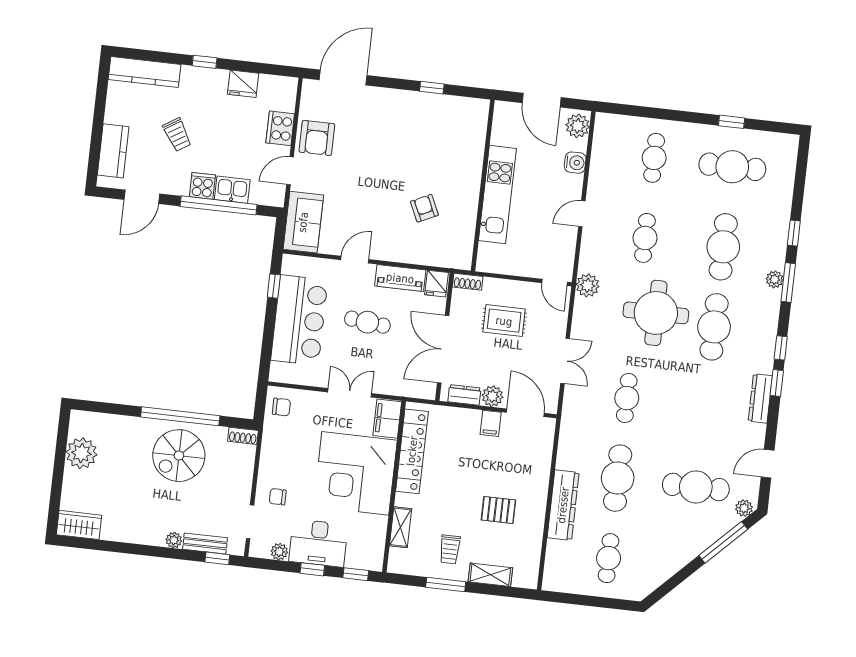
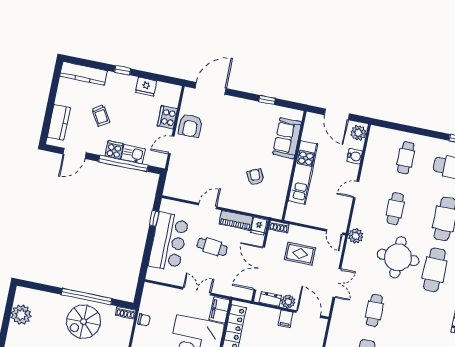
sofa: (303, 222) -> (287, 138), moved, turned 180
chair: (281, 407) -> (144, 320), moved

